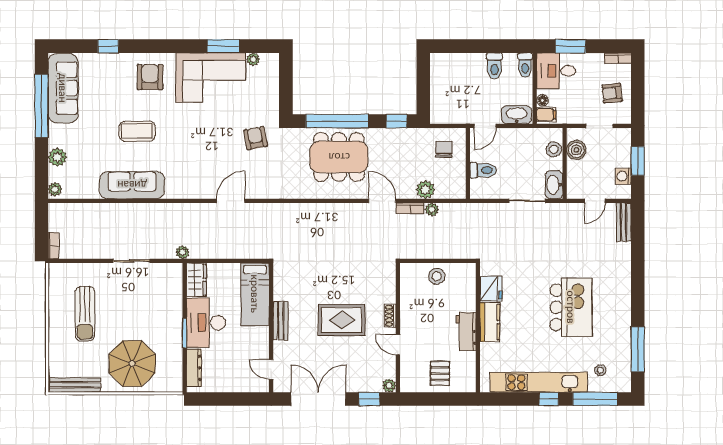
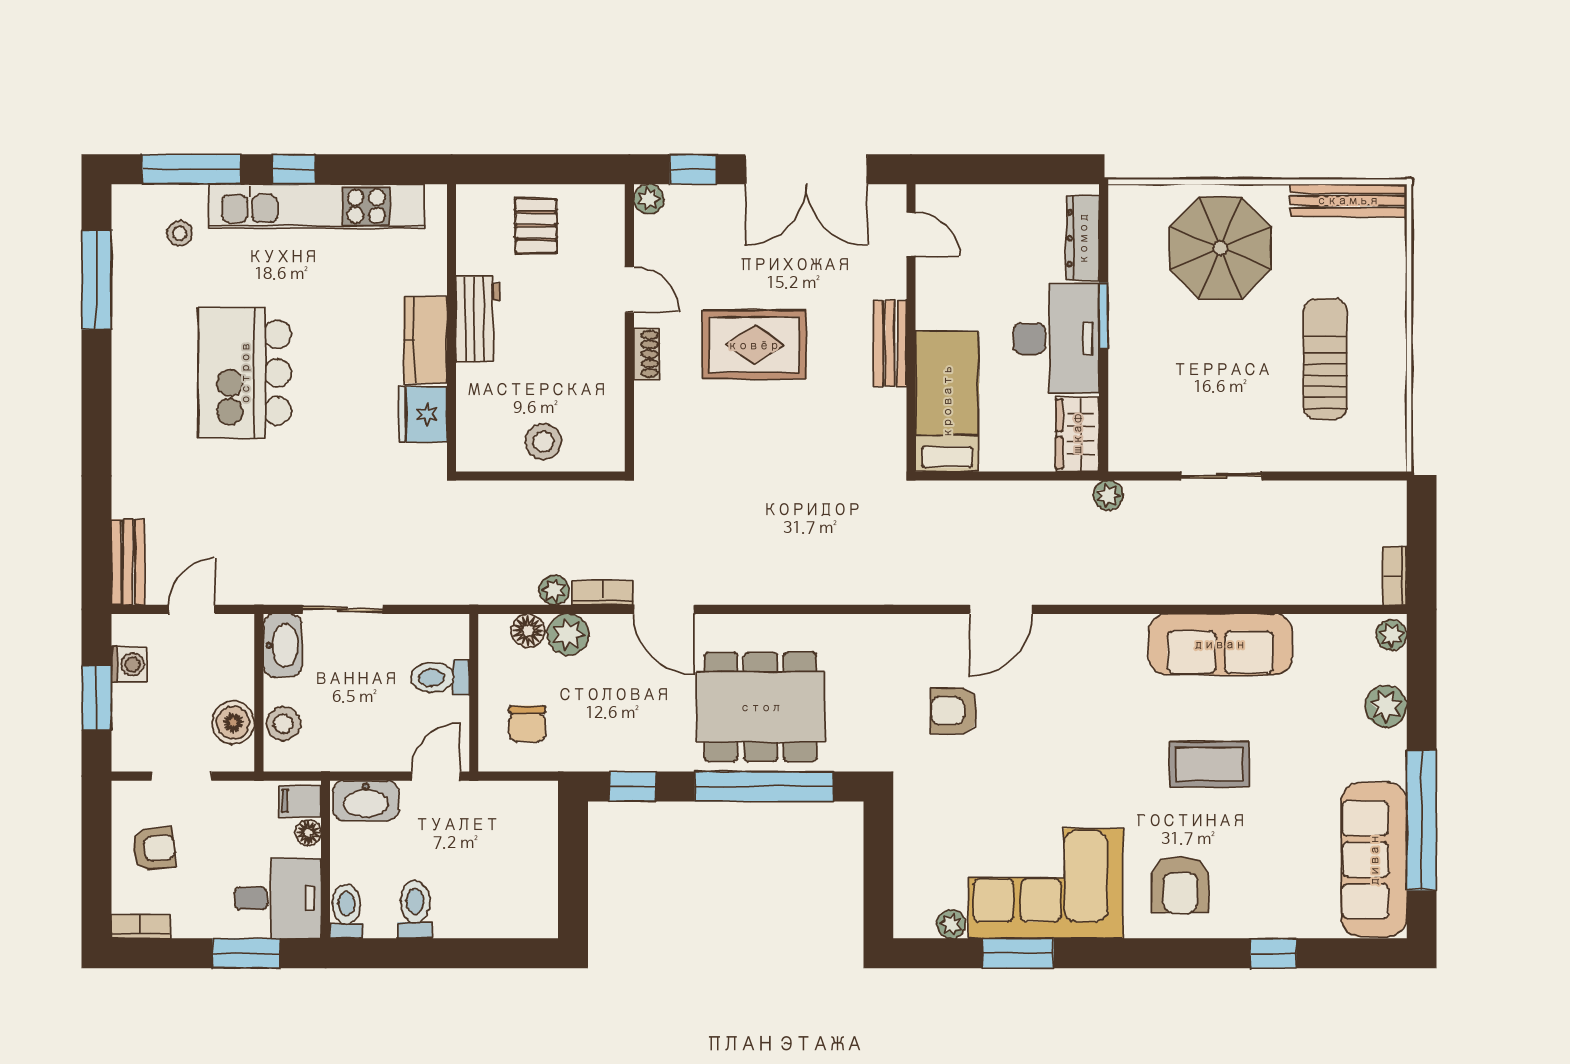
armchair: (255, 138) -> (954, 711), moved, turned 101
floor lamp: (444, 191) -> (528, 631), added
bookcase: (53, 246) -> (1395, 576), moved

